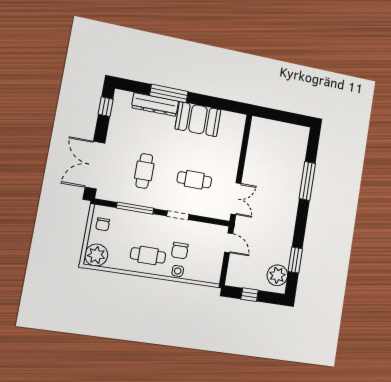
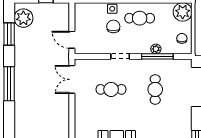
window: (307, 181) -> (9, 84), moved
plant: (135, 217) -> (156, 49), added

